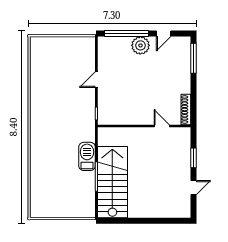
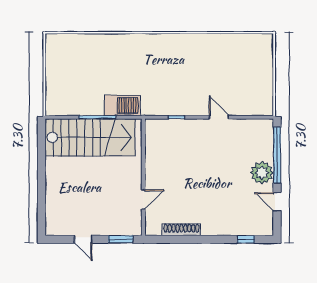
window: (193, 58) -> (246, 239), width x0.46
wall: (144, 126) -> (143, 177), moved
door: (162, 126) -> (143, 199), moved

